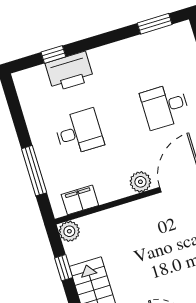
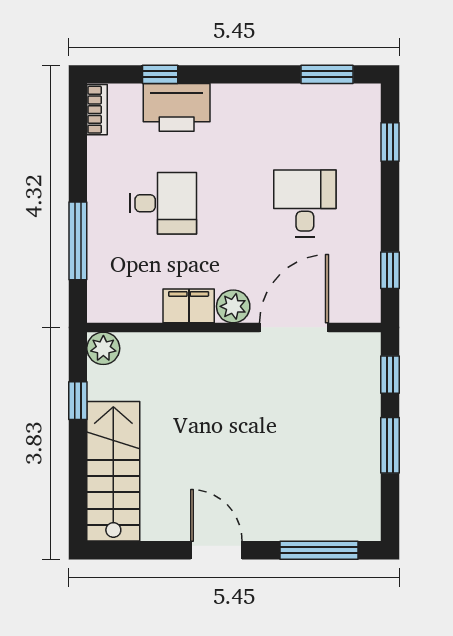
bookcase: (22, 88) -> (97, 110), added
desk: (165, 106) -> (305, 203), turned 90
filing cabinet: (80, 200) -> (189, 306), moved

